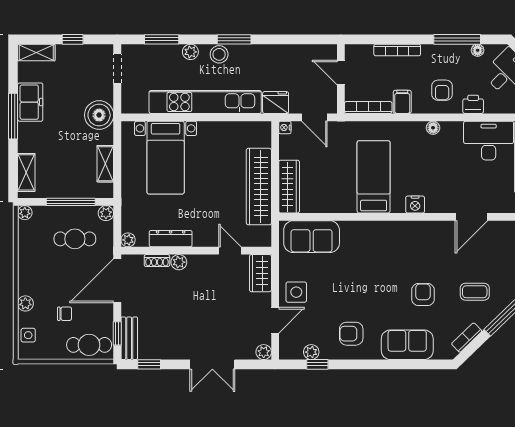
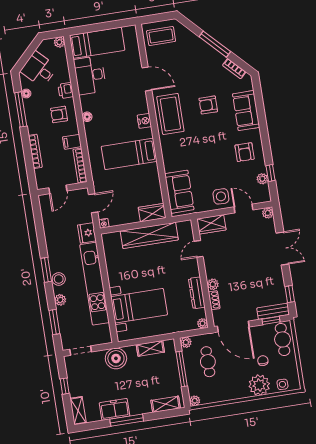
armchair: (442, 90) -> (59, 115), turned 180
wardrobe: (289, 187) -> (152, 213), width x0.67
coffee table: (475, 292) -> (170, 114), moved, width x1.86, depth x1.72
plant: (25, 303) -> (259, 385), width x1.87, depth x1.87

